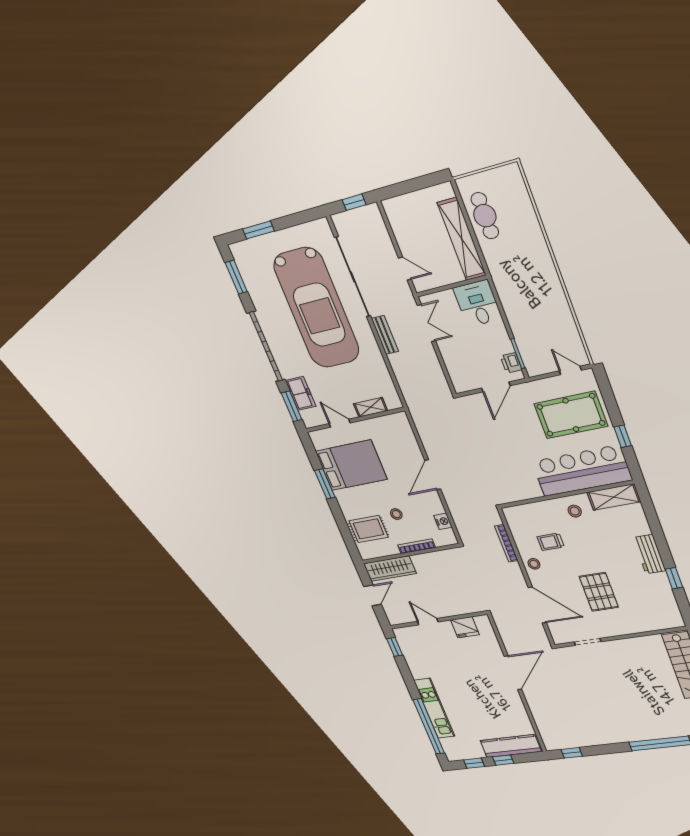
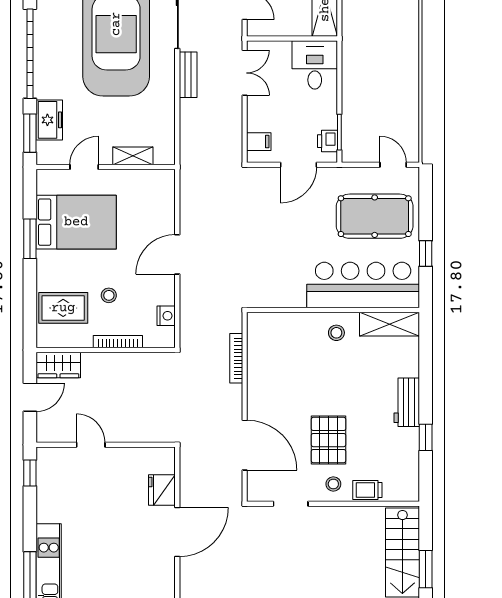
filing cabinet: (458, 375) -> (259, 142), added
door: (340, 423) -> (84, 167), hinge flipped
trolley: (551, 542) -> (367, 490), moved
stool: (534, 564) -> (333, 484), moved
wardrobe: (390, 569) -> (58, 365), width x0.67
fridge: (465, 627) -> (162, 490), moved, turned 90

